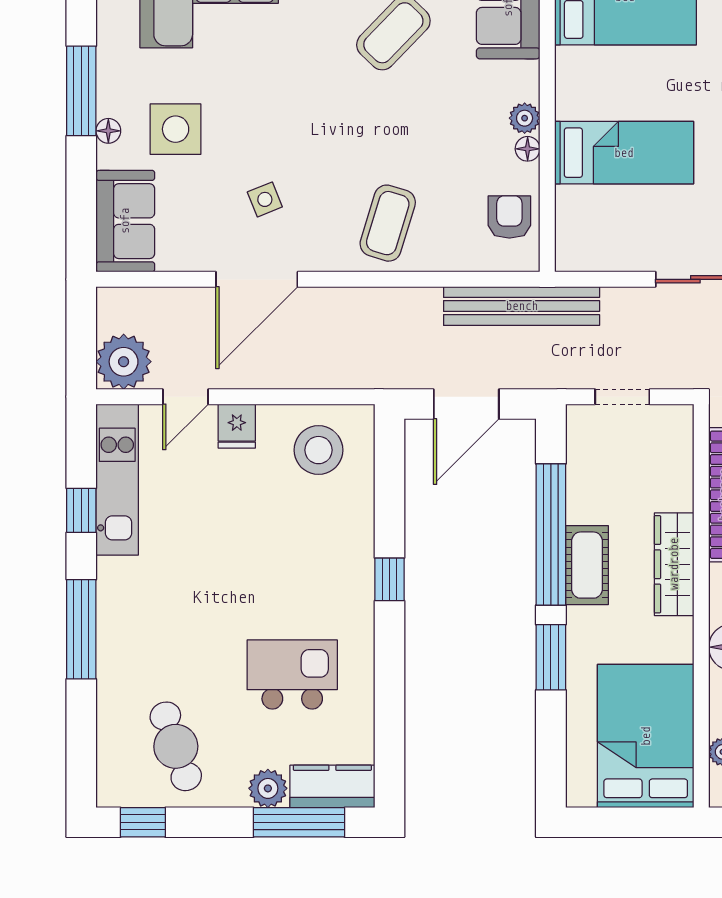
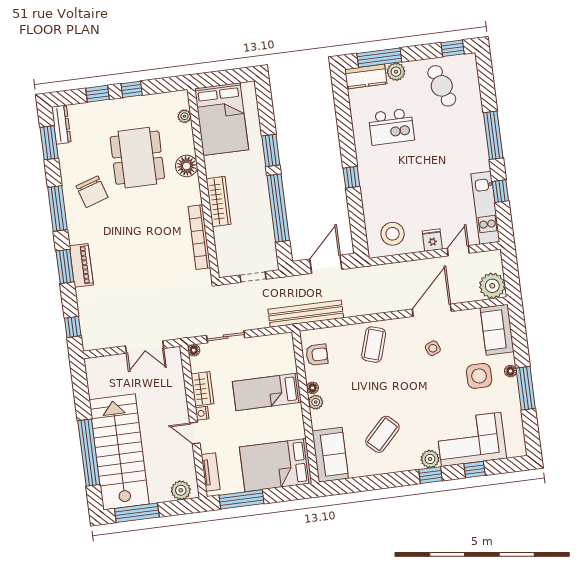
armchair: (509, 217) -> (317, 355), turned -90
plant: (124, 362) -> (492, 286), moved
cot: (587, 565) -> (259, 196), removed

